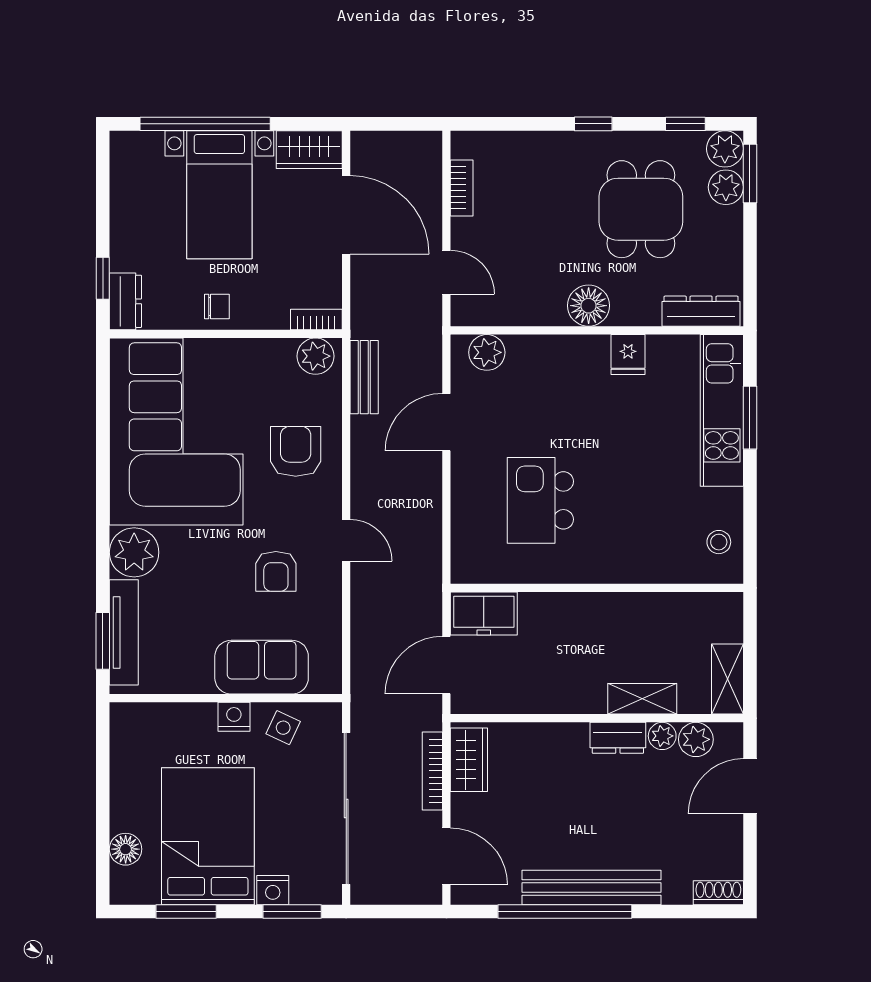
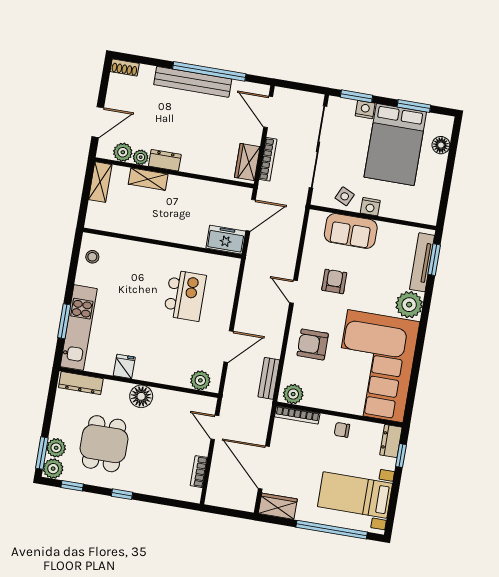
bed with nightstands: (219, 195) -> (355, 495), moved, turned -90
bookcase: (316, 319) -> (297, 415), width x1.56
armchair: (296, 451) -> (313, 344), turned 90

